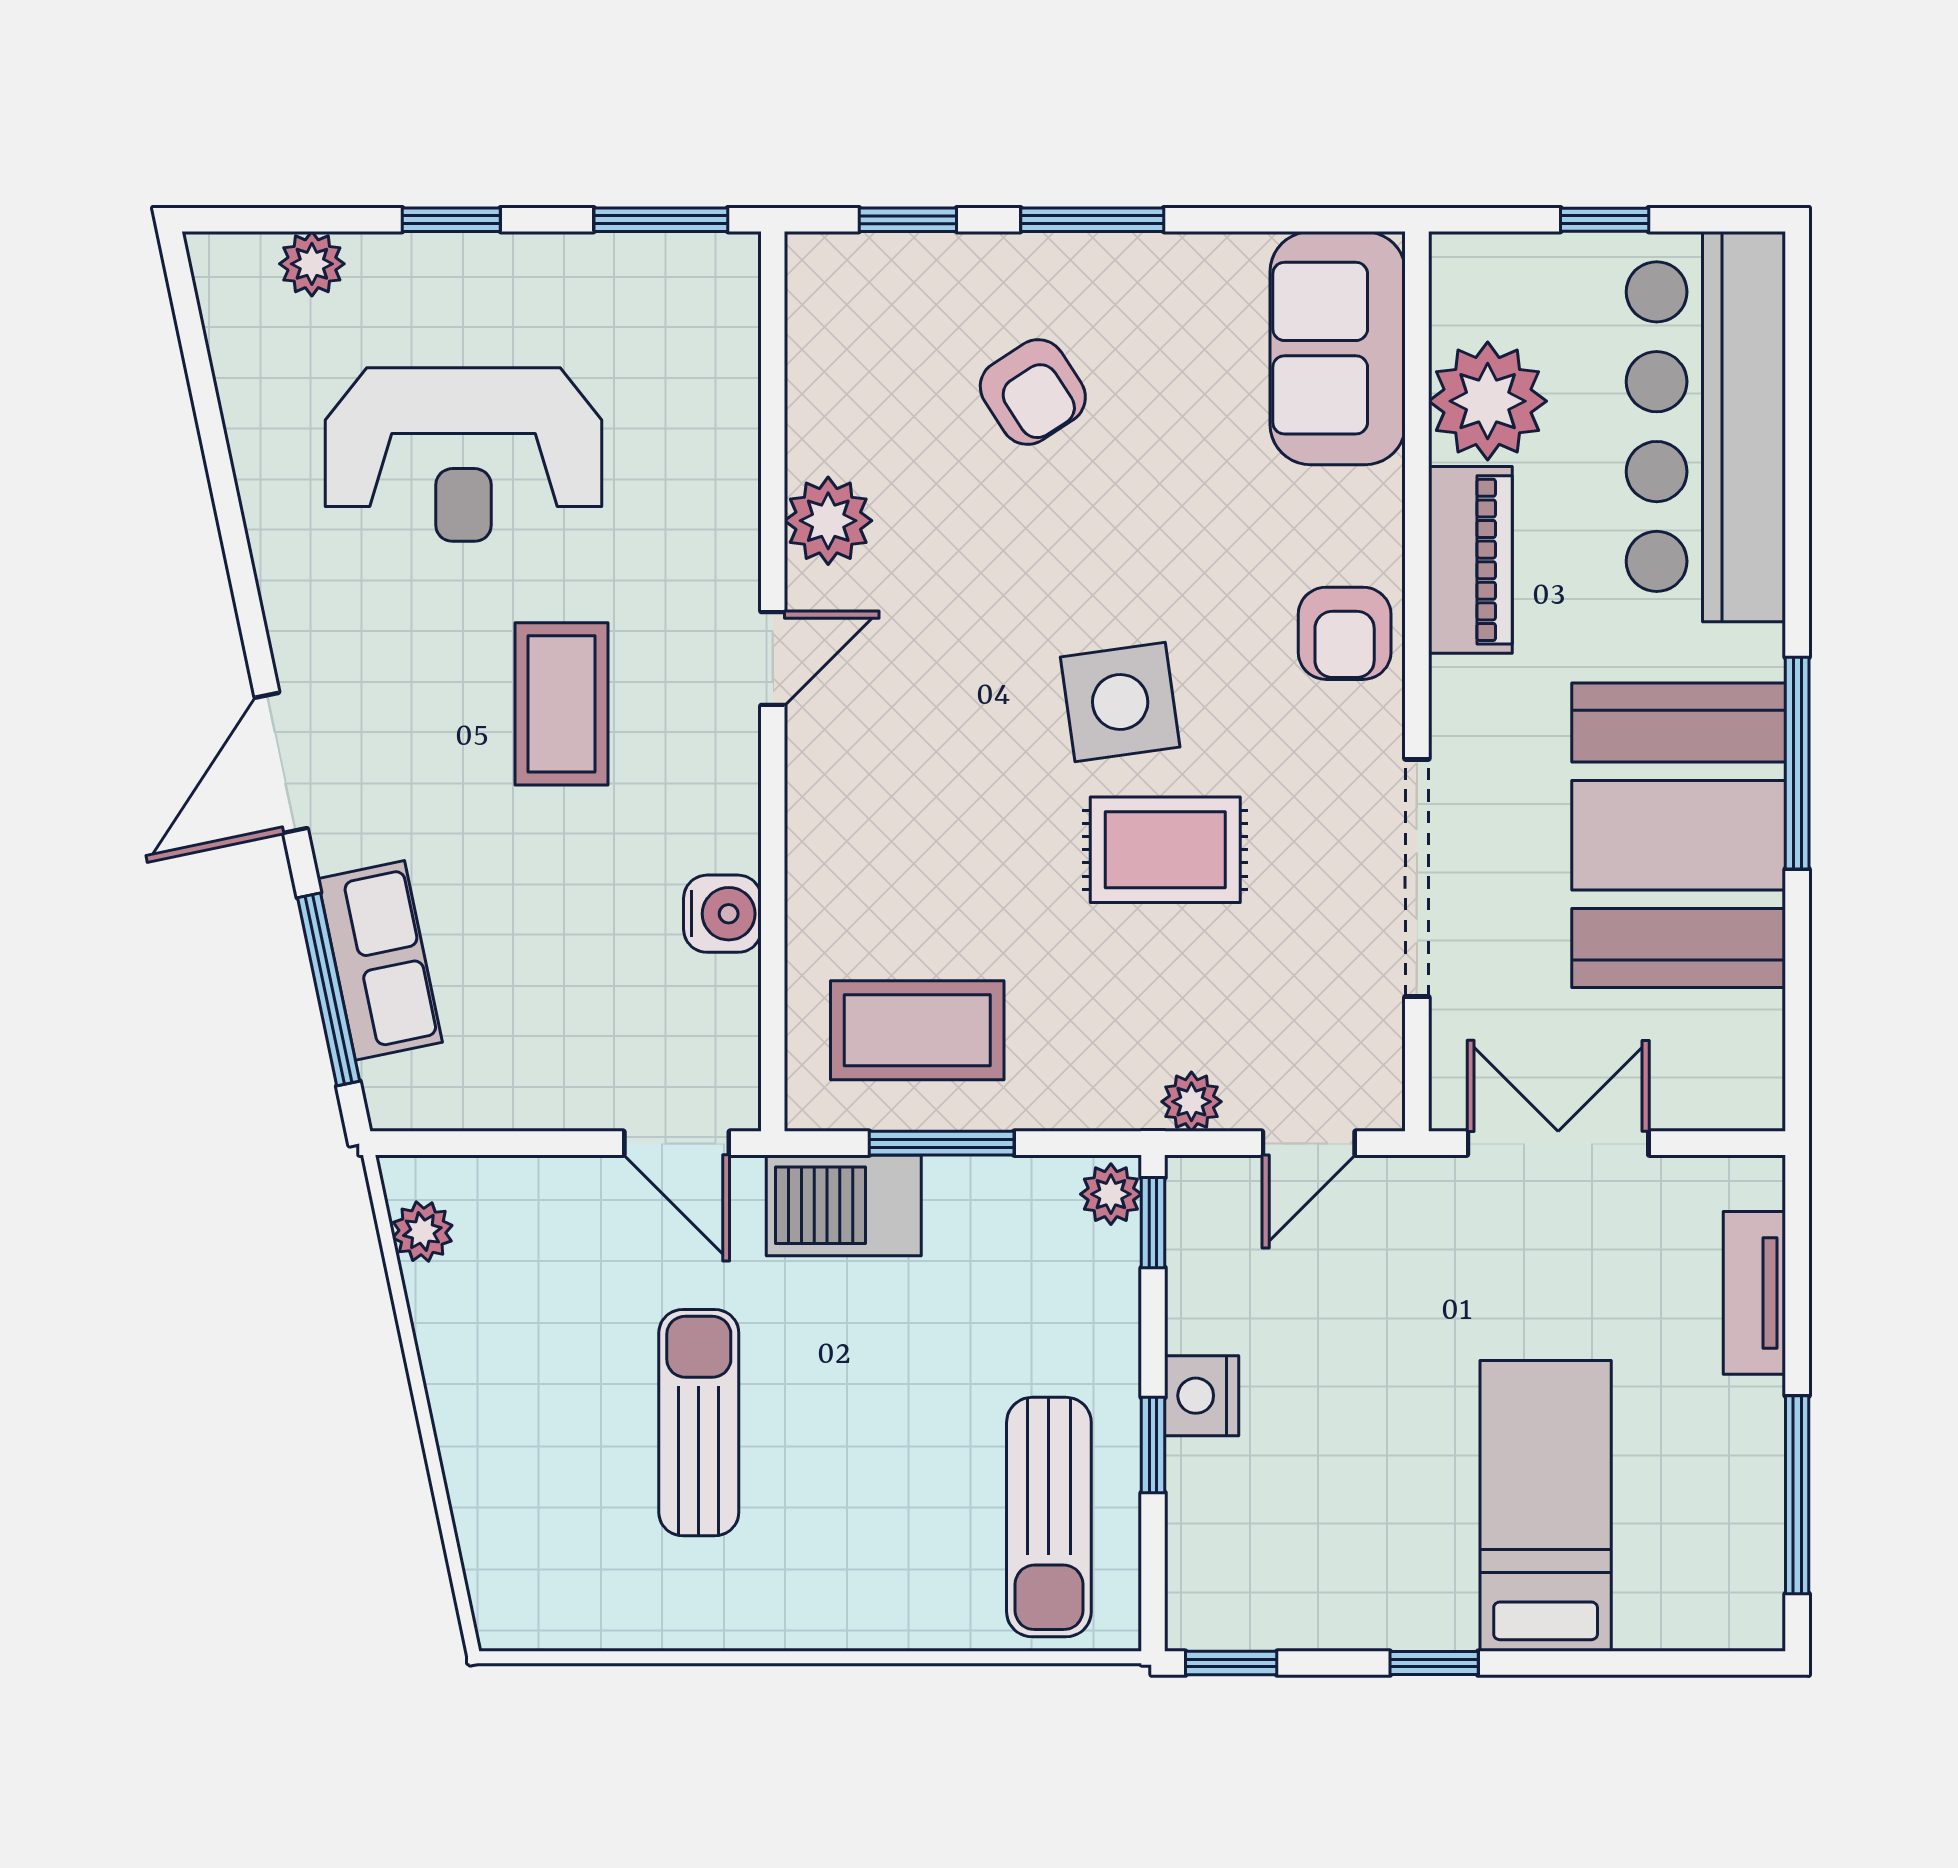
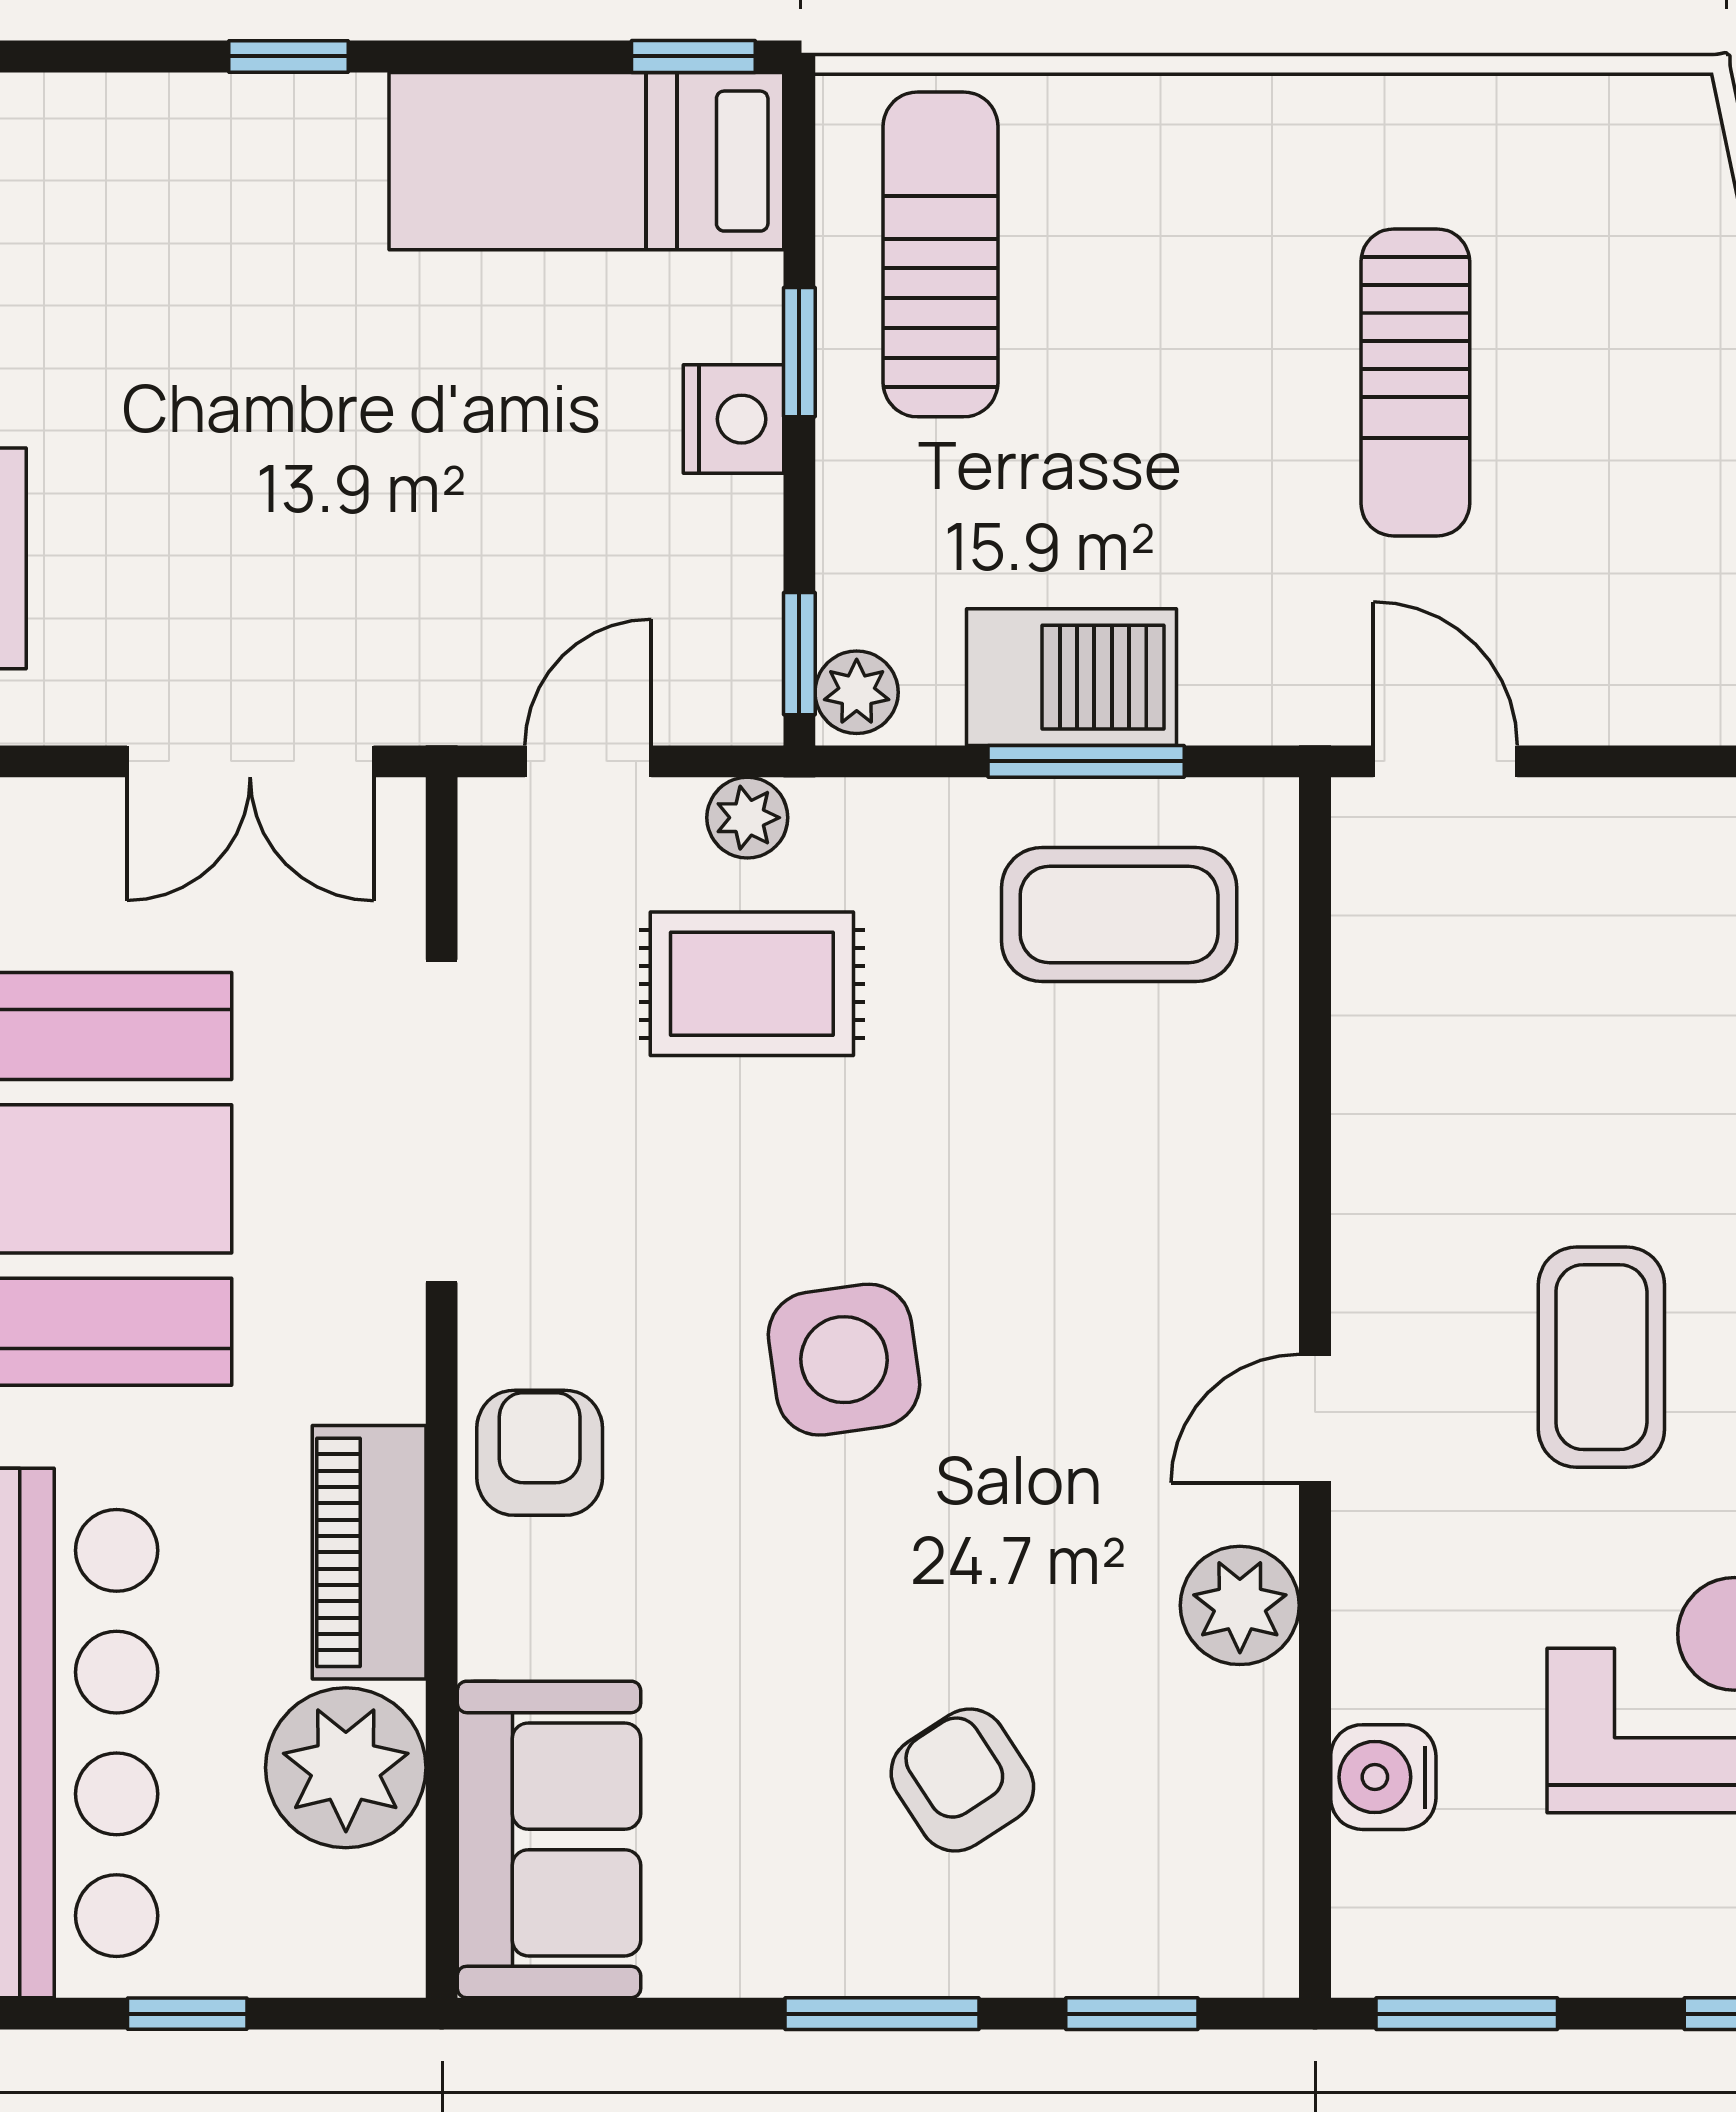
rug: (1165, 850) -> (752, 984), moved
water cooler: (722, 914) -> (1383, 1777), moved
barbecue: (844, 1205) -> (1072, 677), moved
bed: (1546, 1506) -> (586, 161), moved, turned 90
window: (1434, 1663) -> (288, 56), moved

